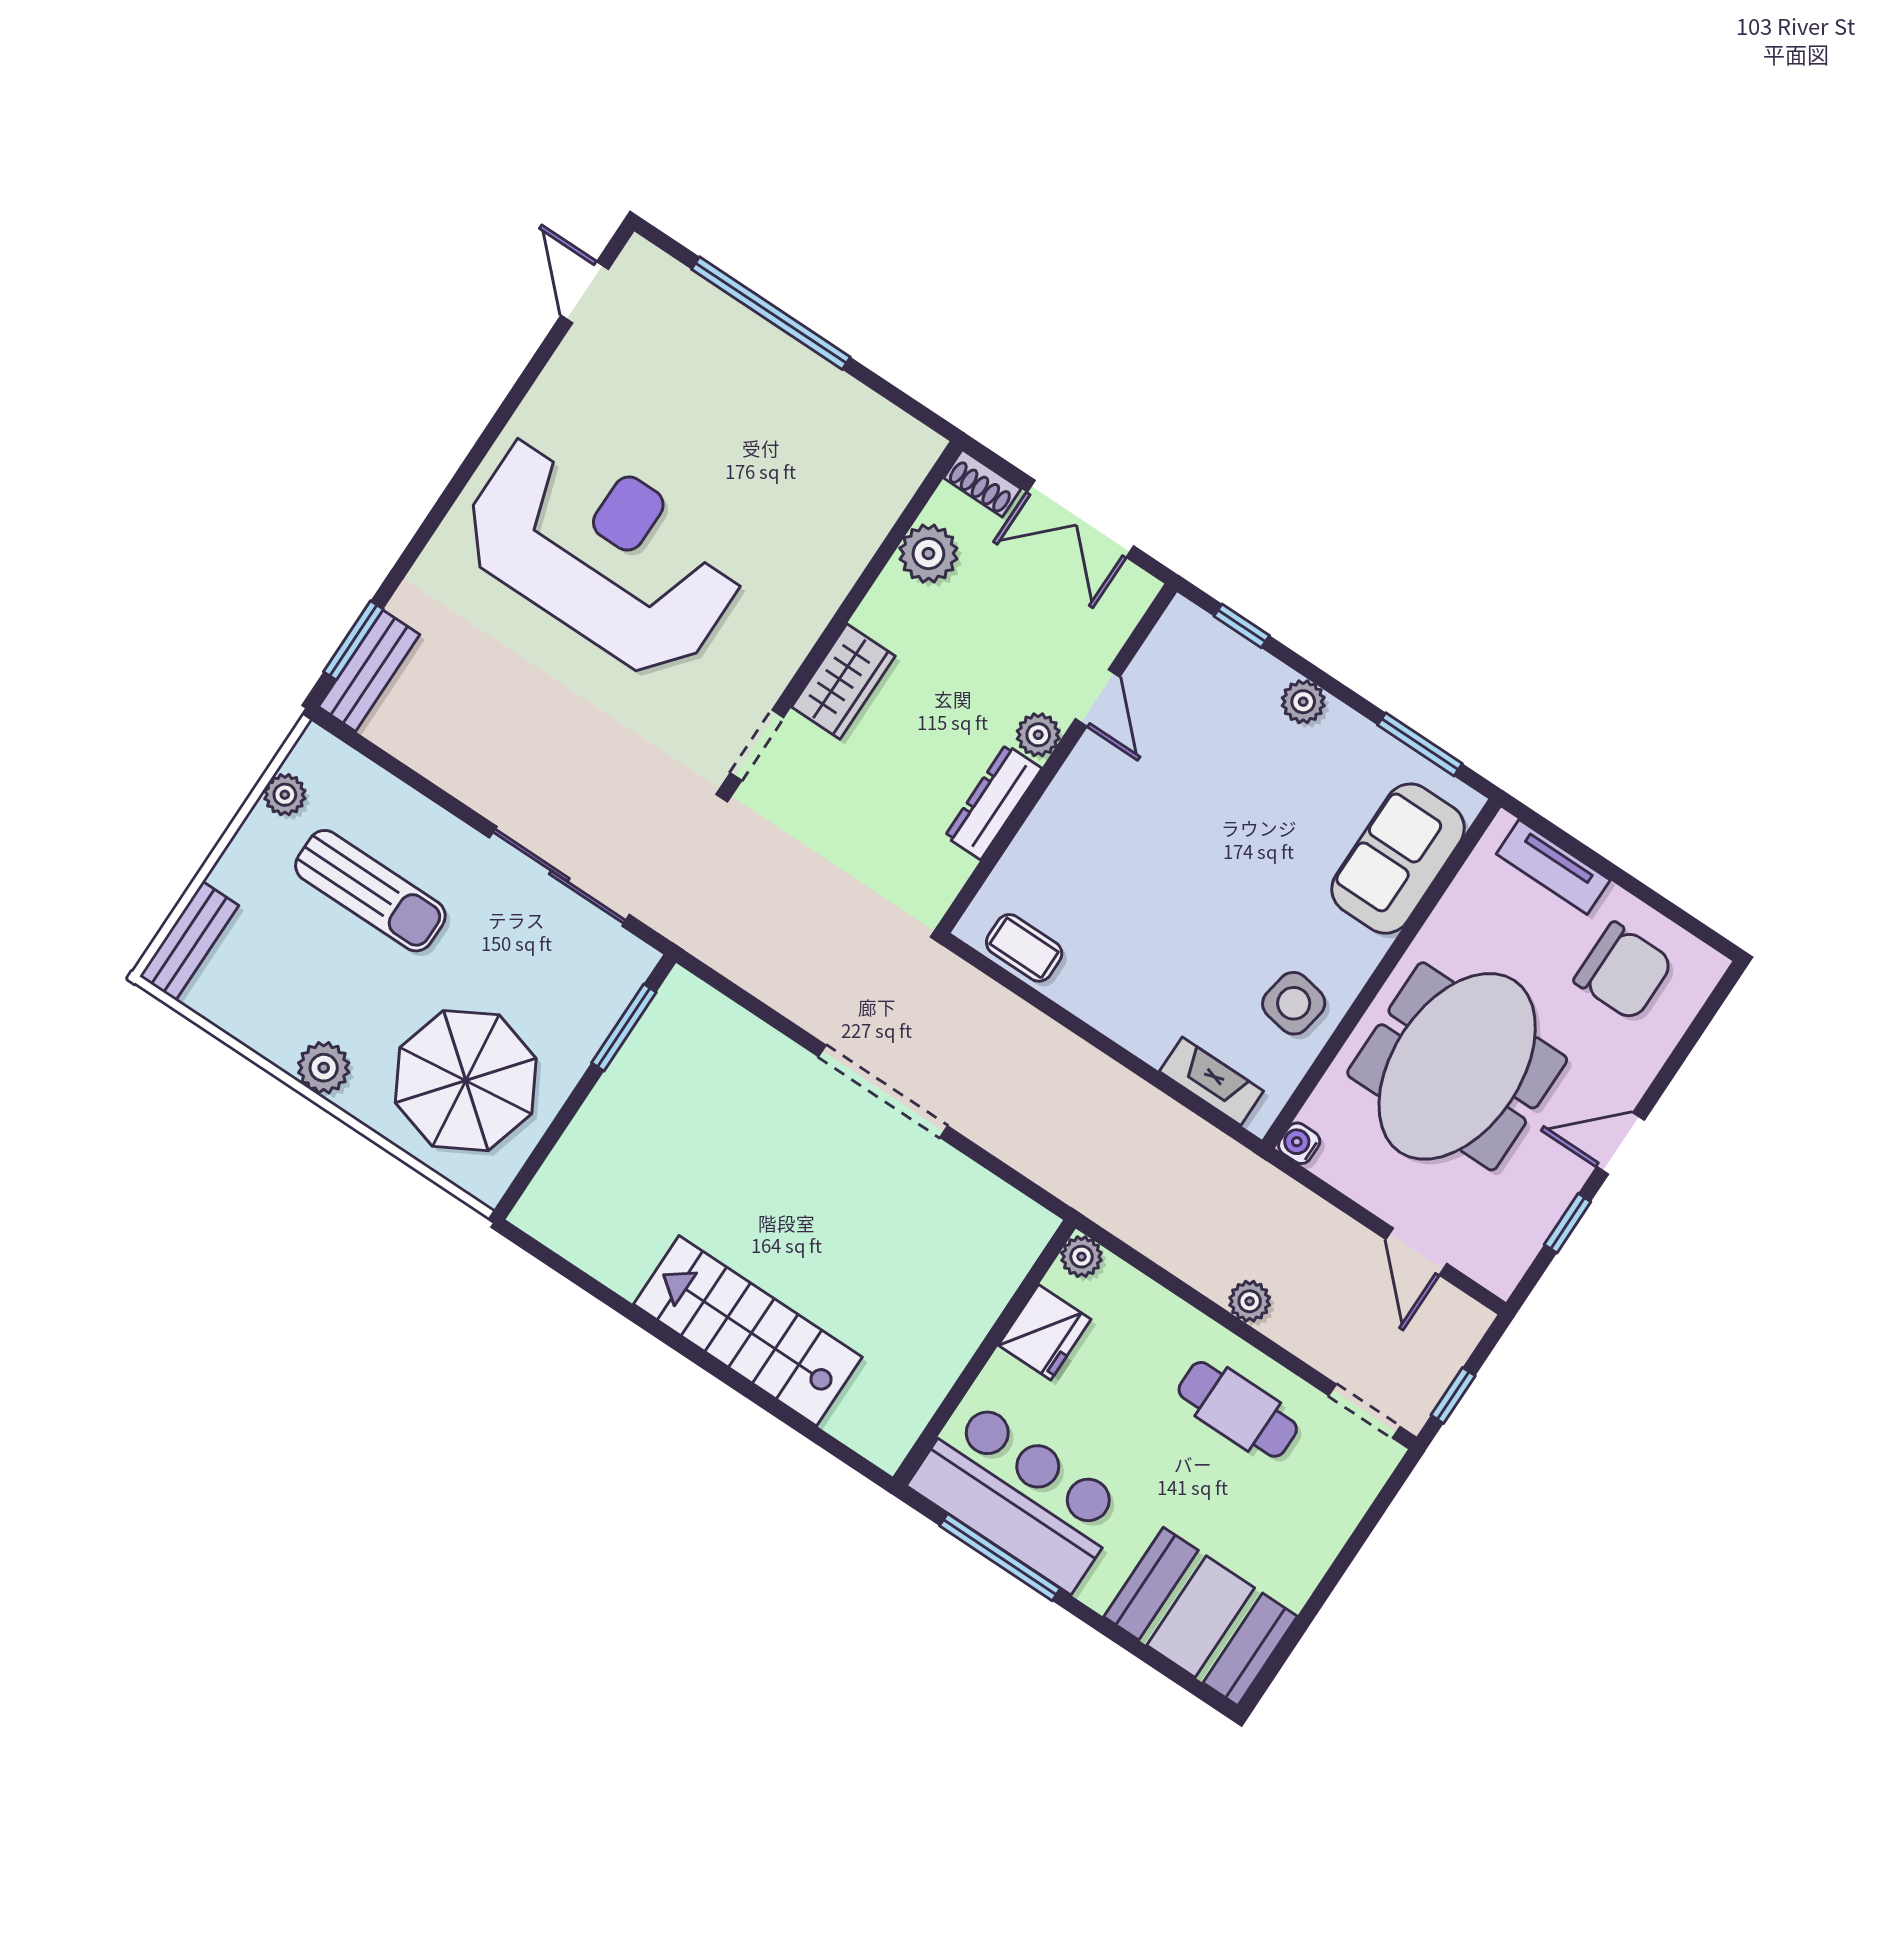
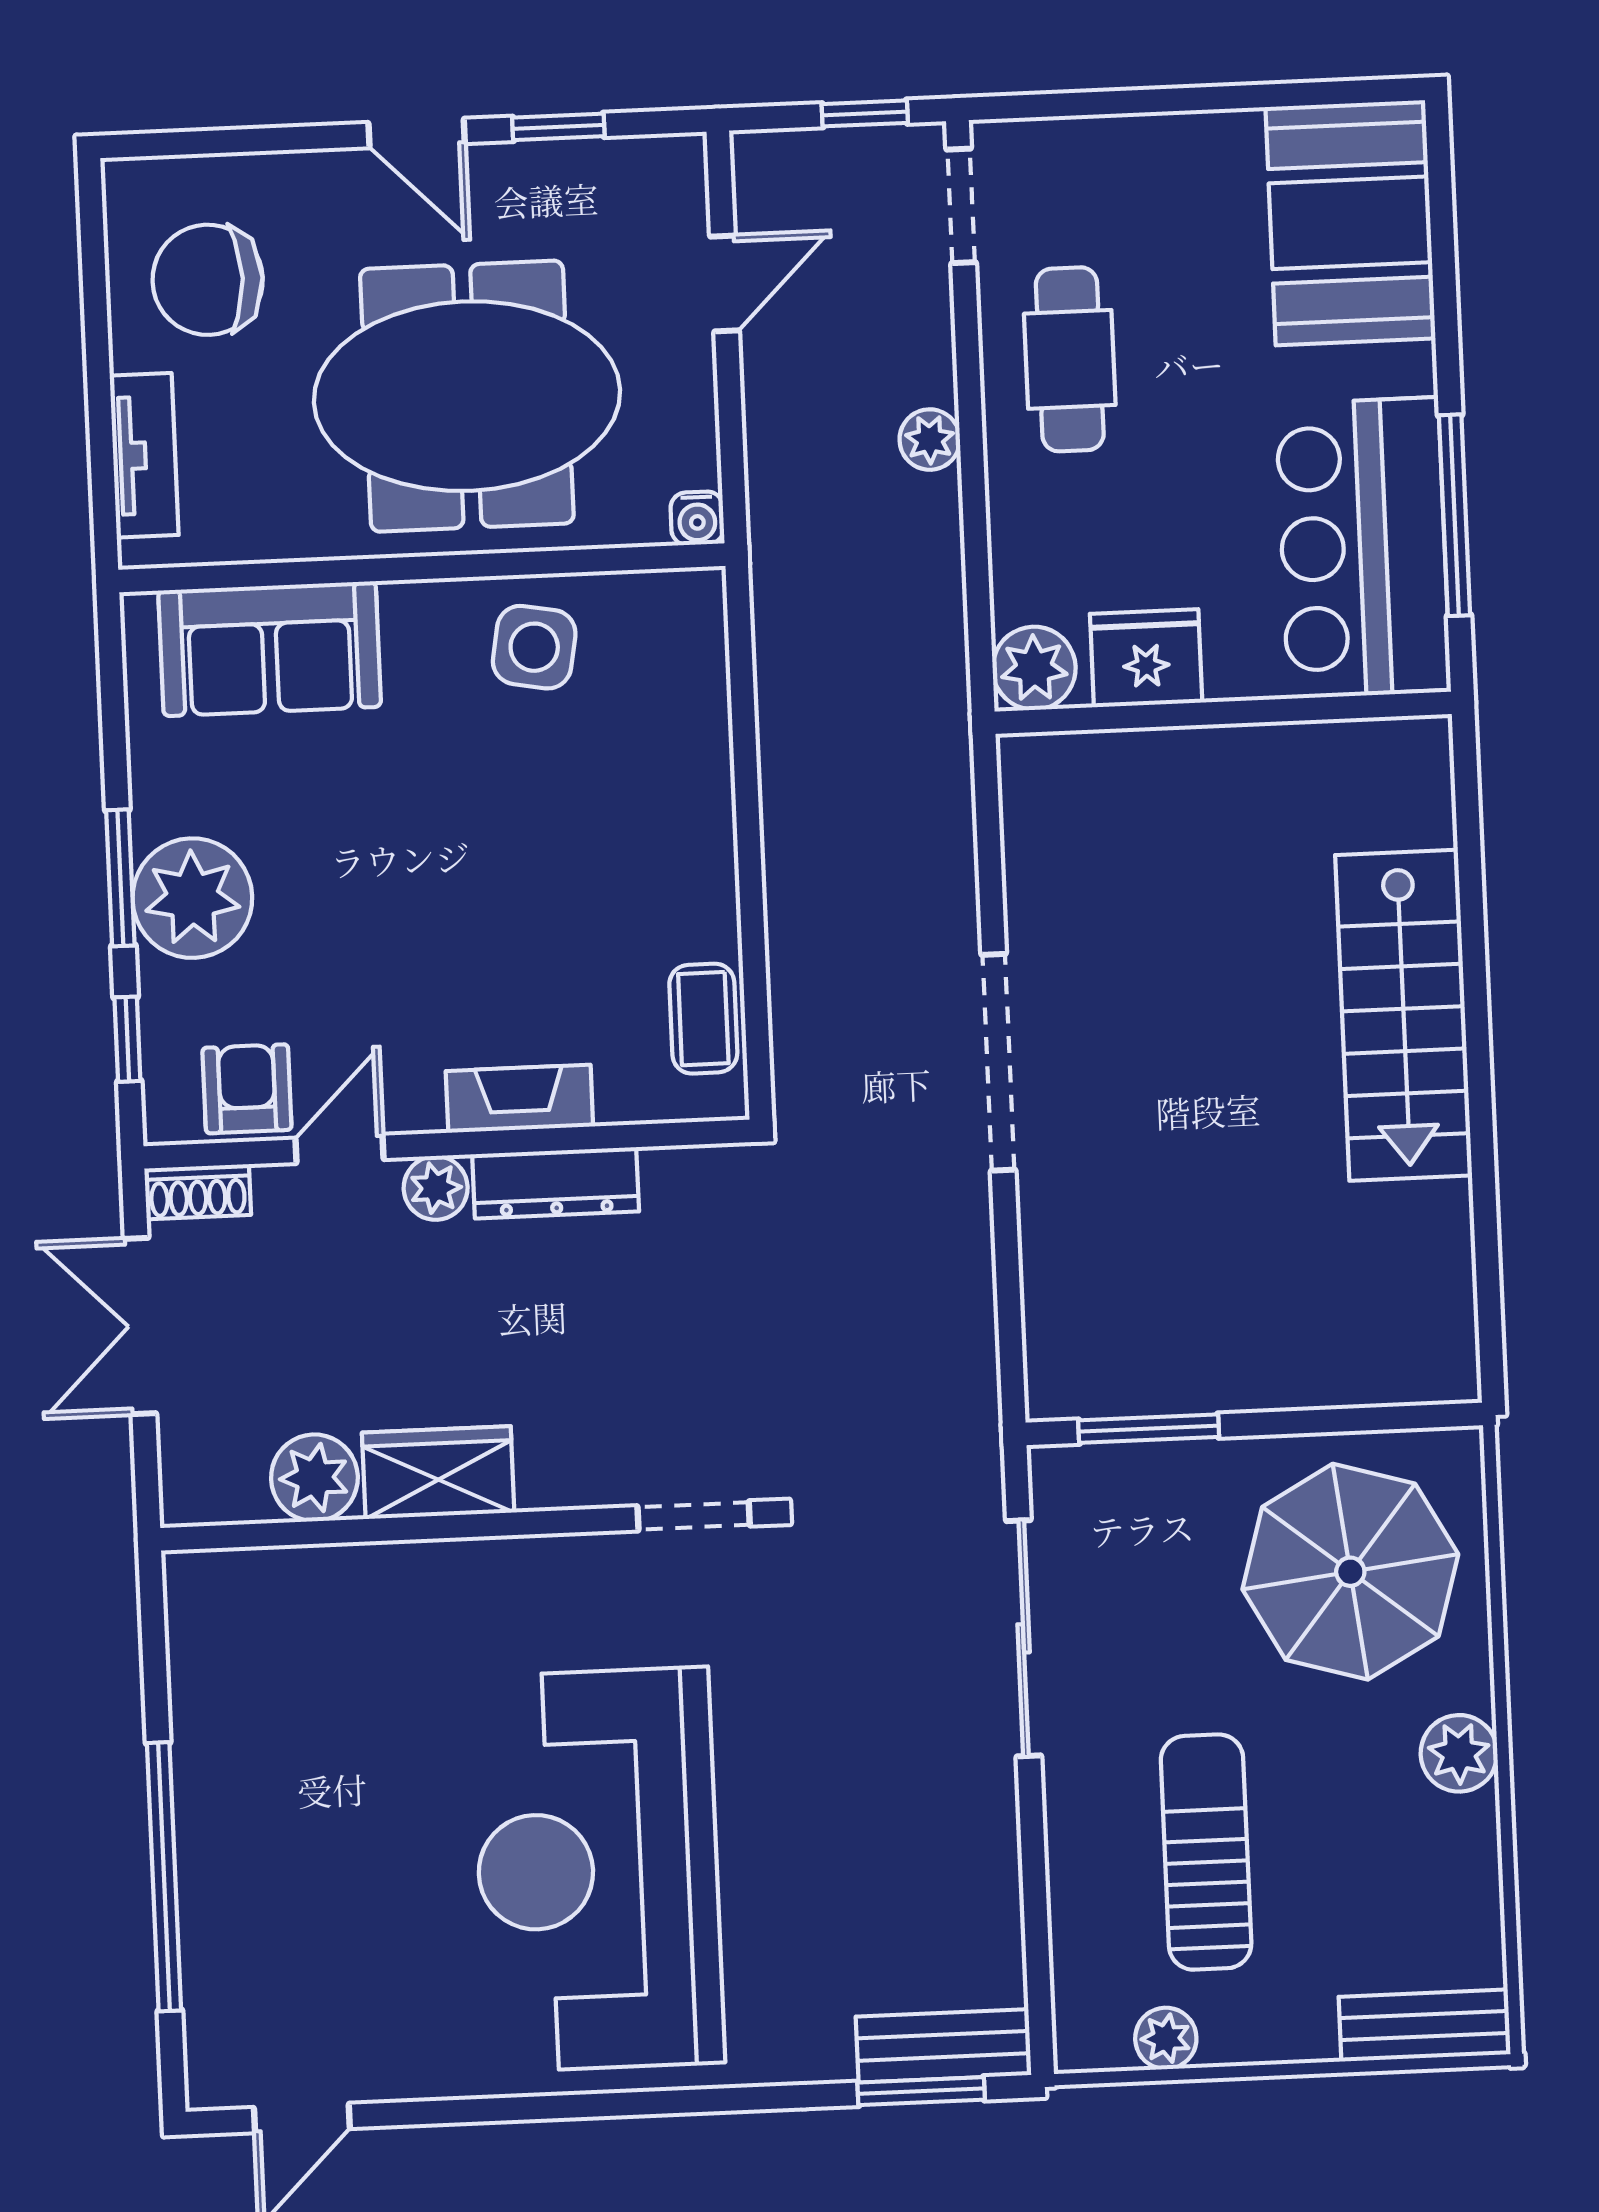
shoe rack: (982, 483) -> (198, 1192), moved, turned 90
double door: (1080, 519) -> (140, 1326), swing flipped
armchair: (1167, 671) -> (247, 1089), added
wardrobe: (843, 681) -> (438, 1473), moved
plant: (1303, 702) -> (192, 898), width x1.88, depth x1.88
window: (1420, 744) -> (120, 878), moved
chair: (1624, 971) -> (208, 280), turned -90
fireplace: (1211, 1081) -> (519, 1099), moved, turned 90
plant: (1081, 1257) -> (1034, 668), width x1.38, depth x1.38

